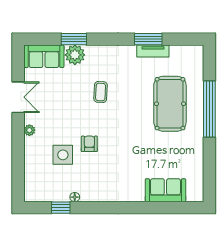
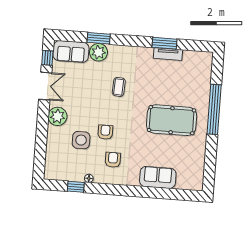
window: (18, 65) -> (47, 58), added
pool table: (170, 104) -> (172, 120), moved, turned 90
plant: (29, 130) -> (57, 116), width x1.87, depth x1.87
armchair: (100, 174) -> (113, 160), added
sofa: (165, 190) -> (158, 177), moved

